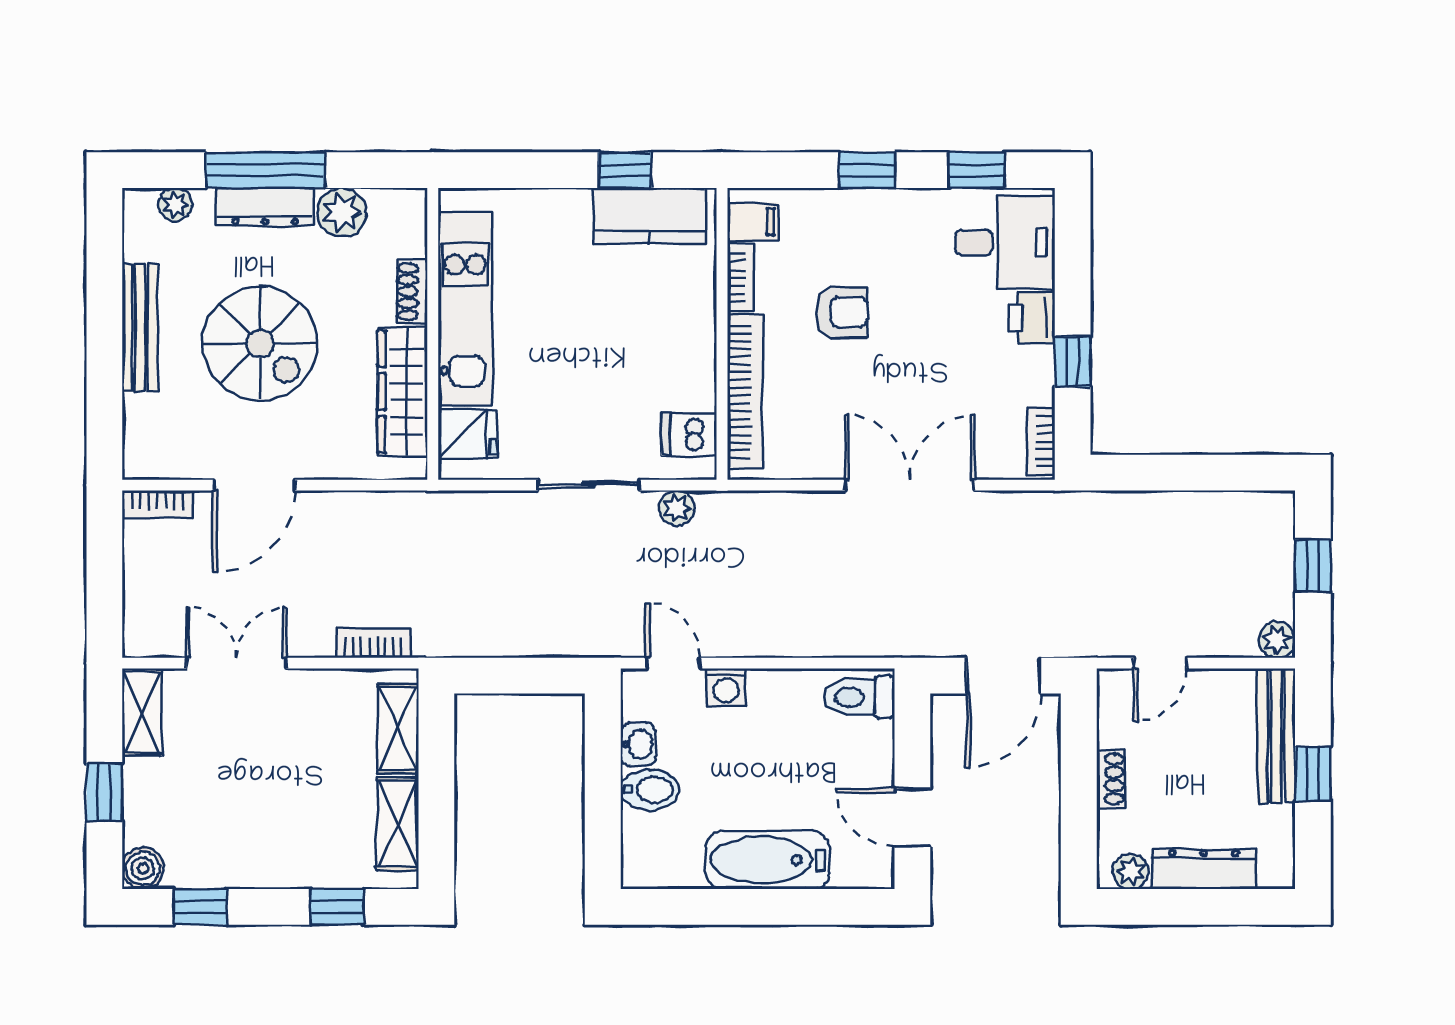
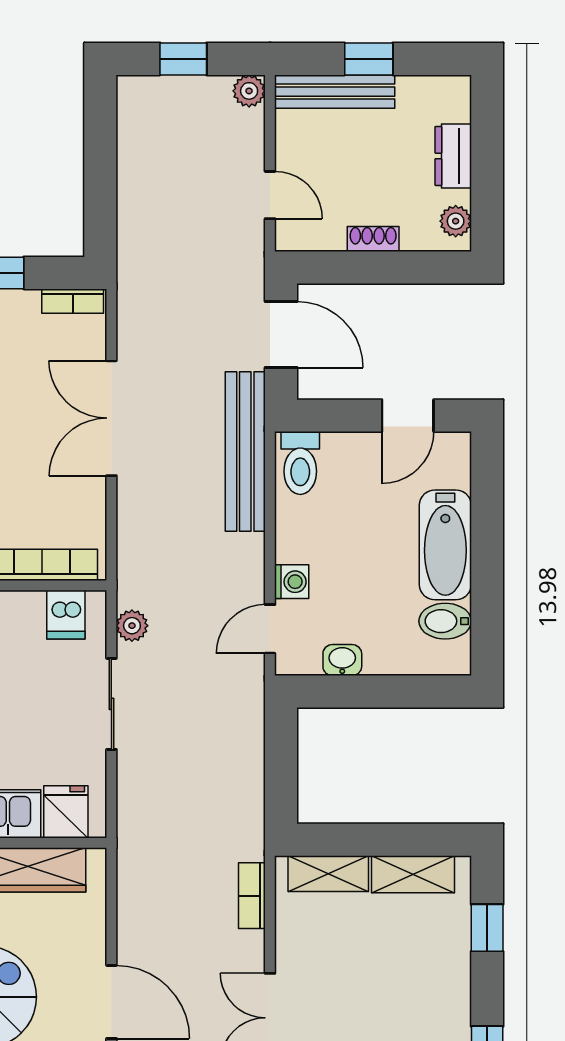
bench: (872, 635) -> (245, 451), added
bidet: (650, 790) -> (445, 621), moved, turned -90
dresser: (1204, 869) -> (453, 156), width x0.70

